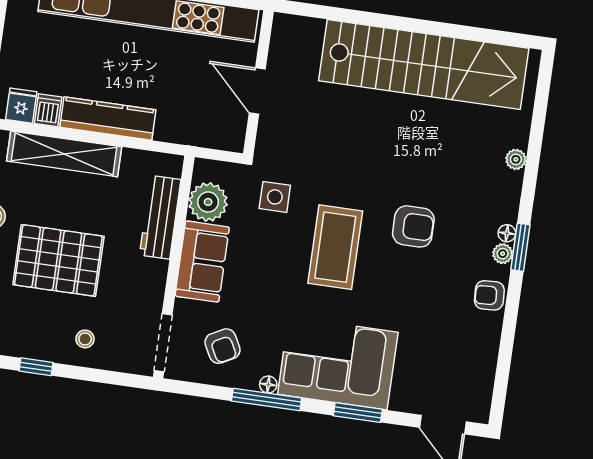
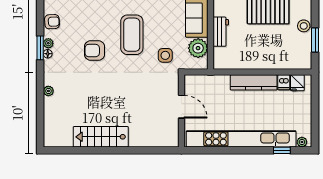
stairs: (424, 64) -> (101, 137), width x0.54, depth x0.66
shelving: (64, 154) -> (273, 62), removed
workbench: (160, 217) -> (221, 32), width x0.73

